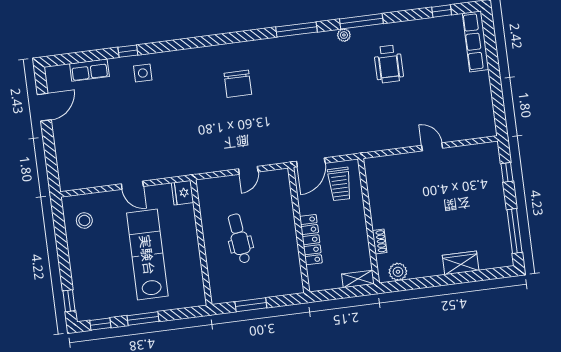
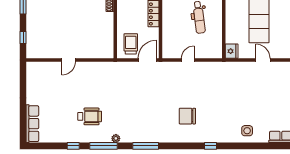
window: (442, 11) -> (73, 146), moved
window: (128, 51) -> (210, 146), moved
wheelchair: (389, 64) -> (90, 116), turned 90
chair: (238, 84) -> (187, 116), turned -90
door: (432, 147) -> (69, 60), hinge flipped

